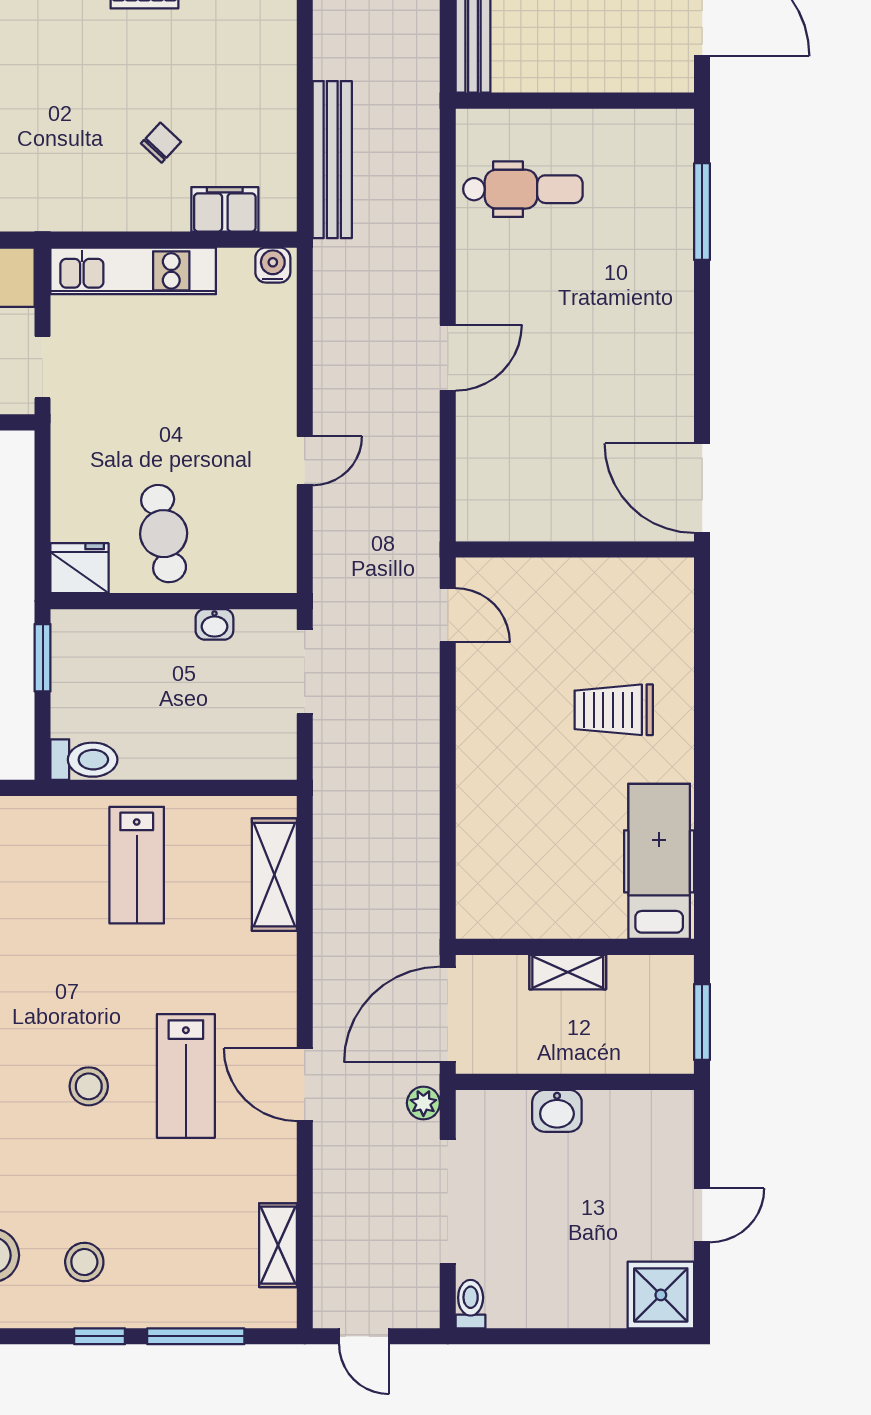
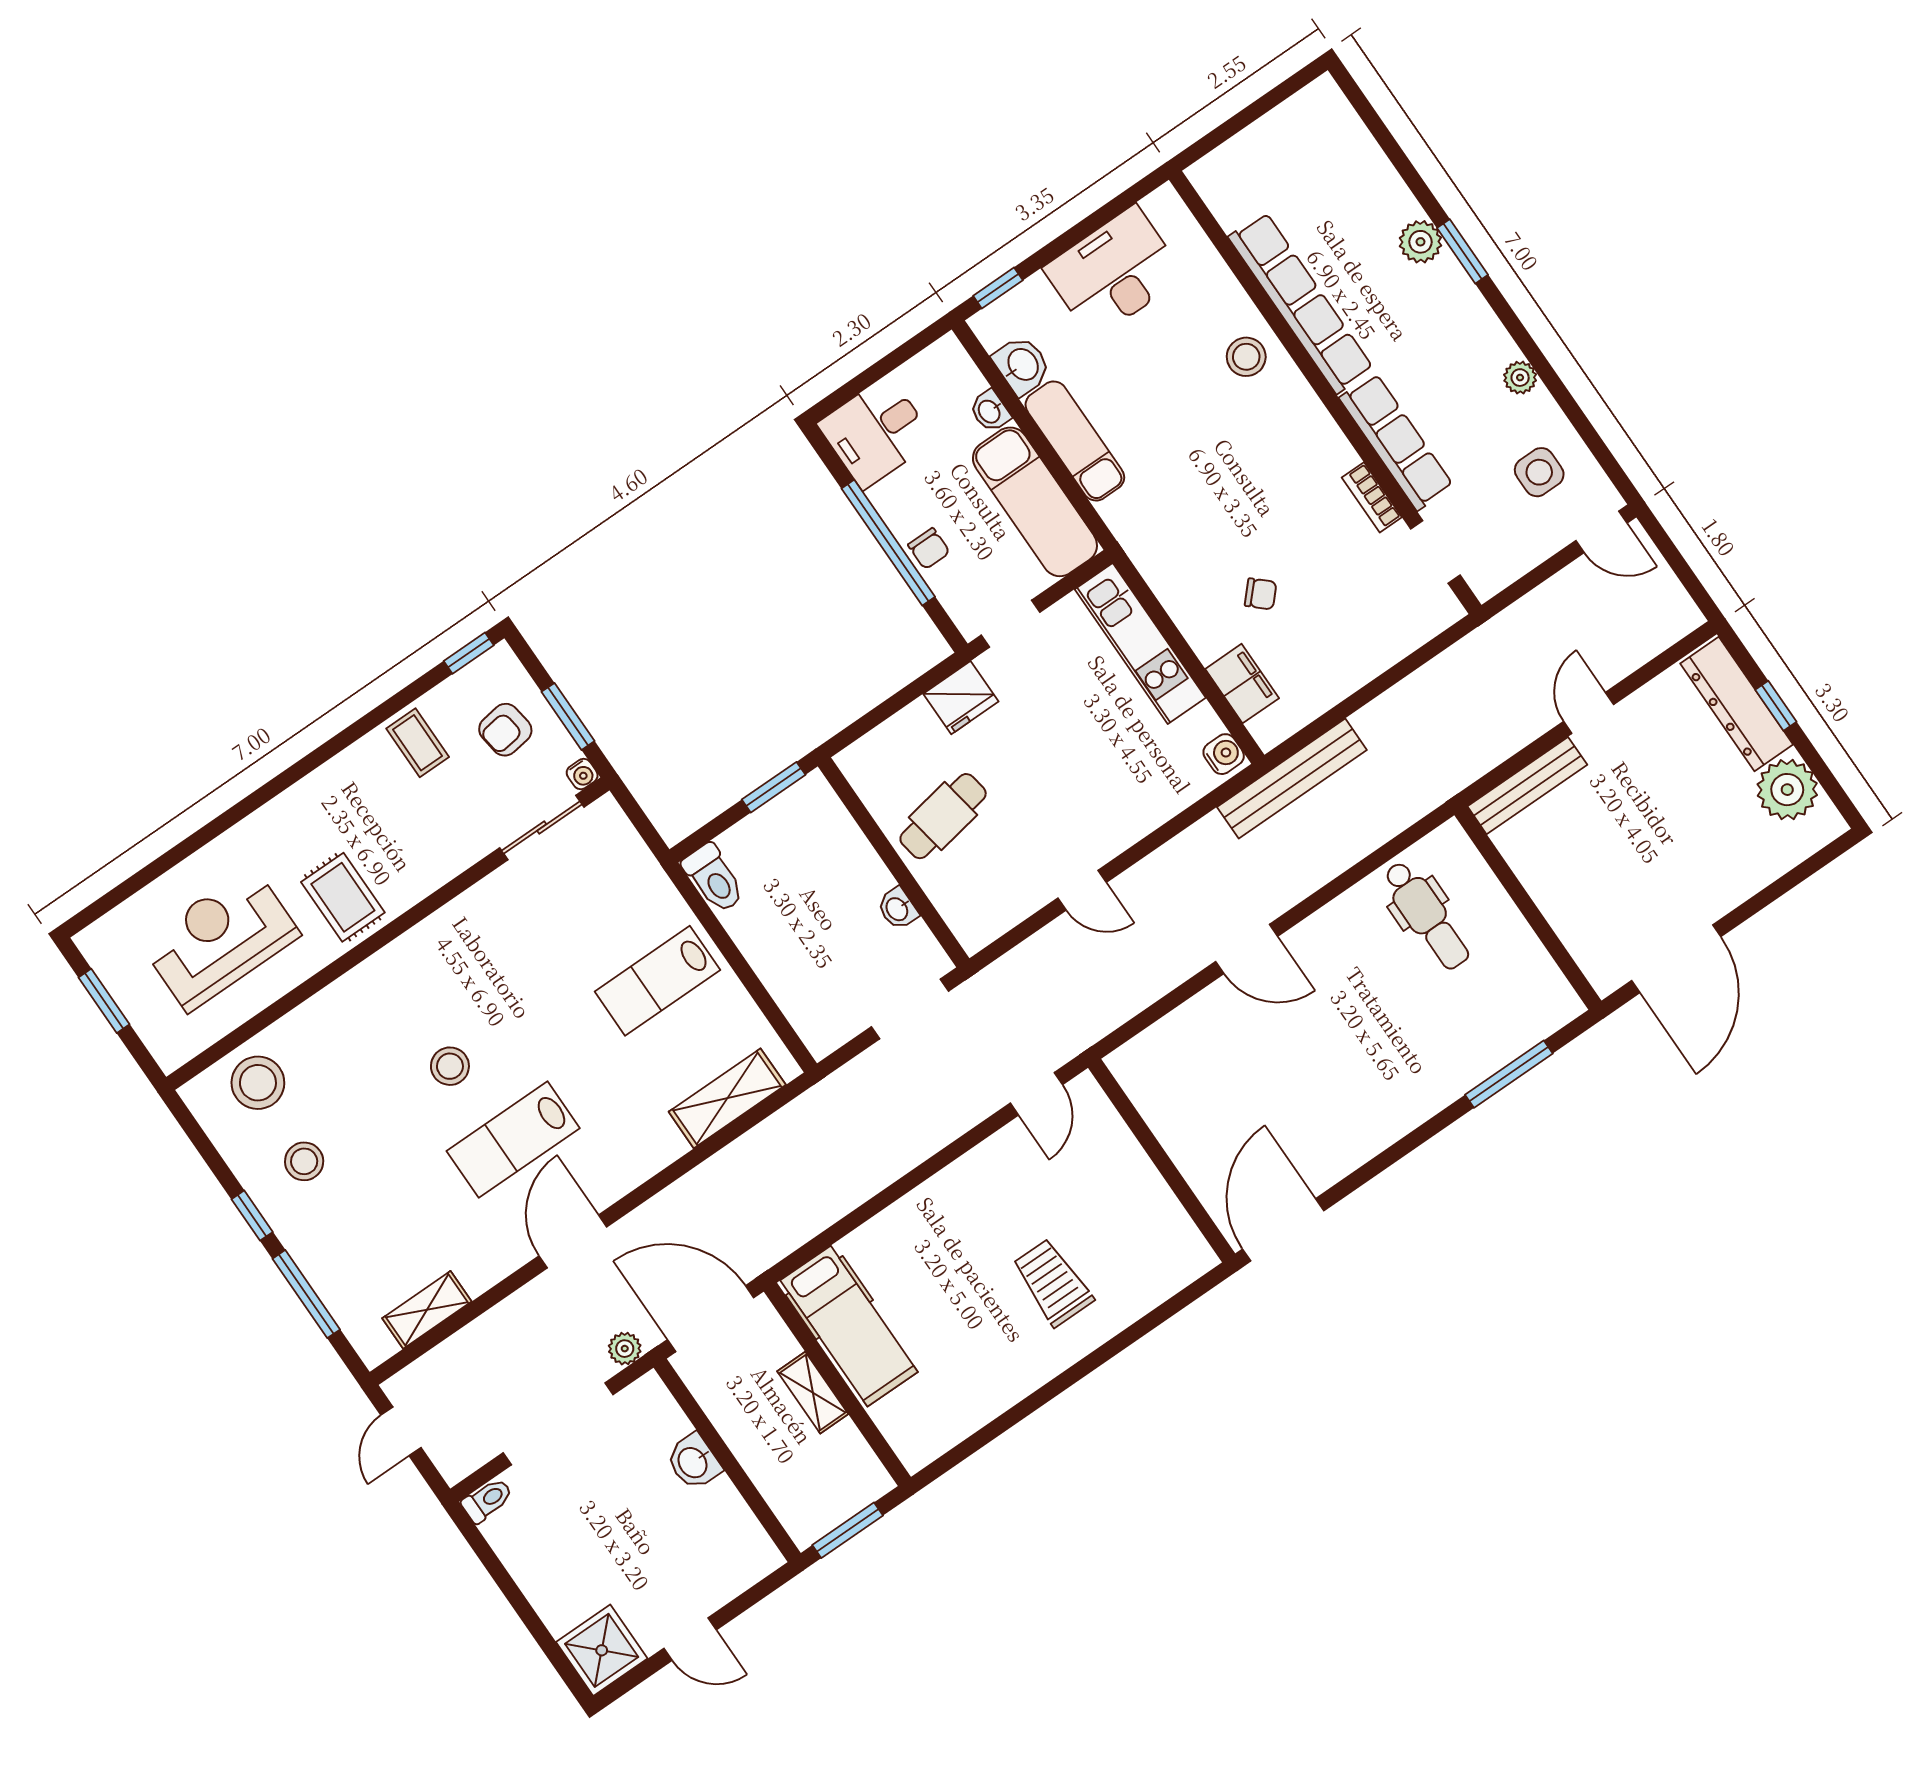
bench: (332, 160) -> (1292, 778), moved
fridge: (79, 568) -> (961, 698), moved, turned 90
hospital bed: (659, 861) -> (849, 1326), moved, turned 90

